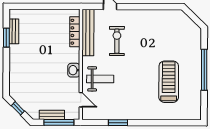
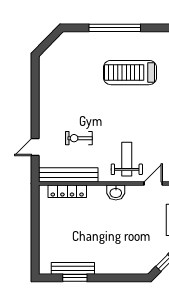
bench: (14, 31) -> (73, 268), width x1.36
exercise bike: (117, 41) -> (79, 138), width x0.73, depth x0.72

